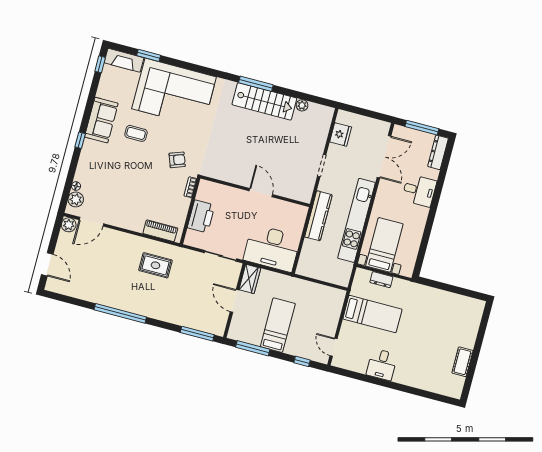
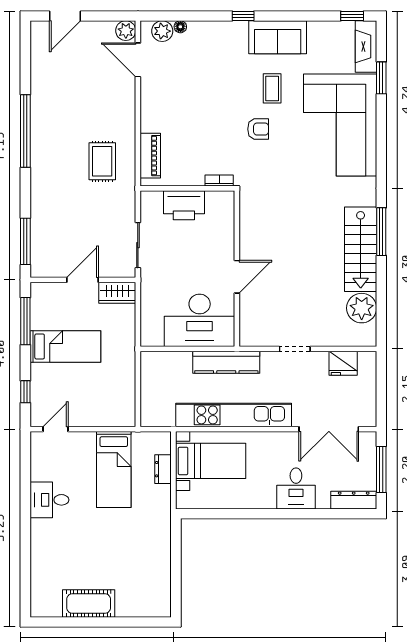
plant: (302, 105) -> (362, 308), width x1.87, depth x1.87
armchair: (177, 160) -> (258, 129), moved, turned -70
desk: (272, 248) -> (200, 320), moved, turned -90
cot: (462, 362) -> (89, 603), width x1.37, depth x1.34

